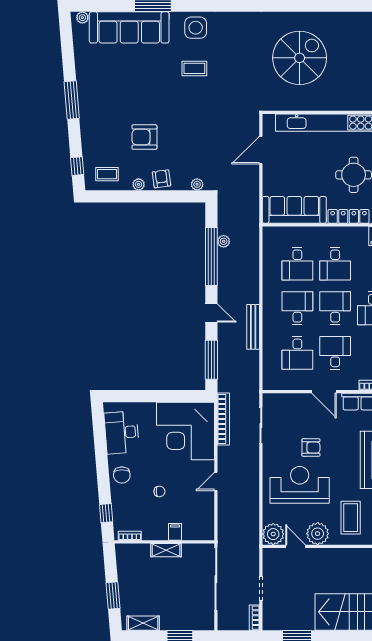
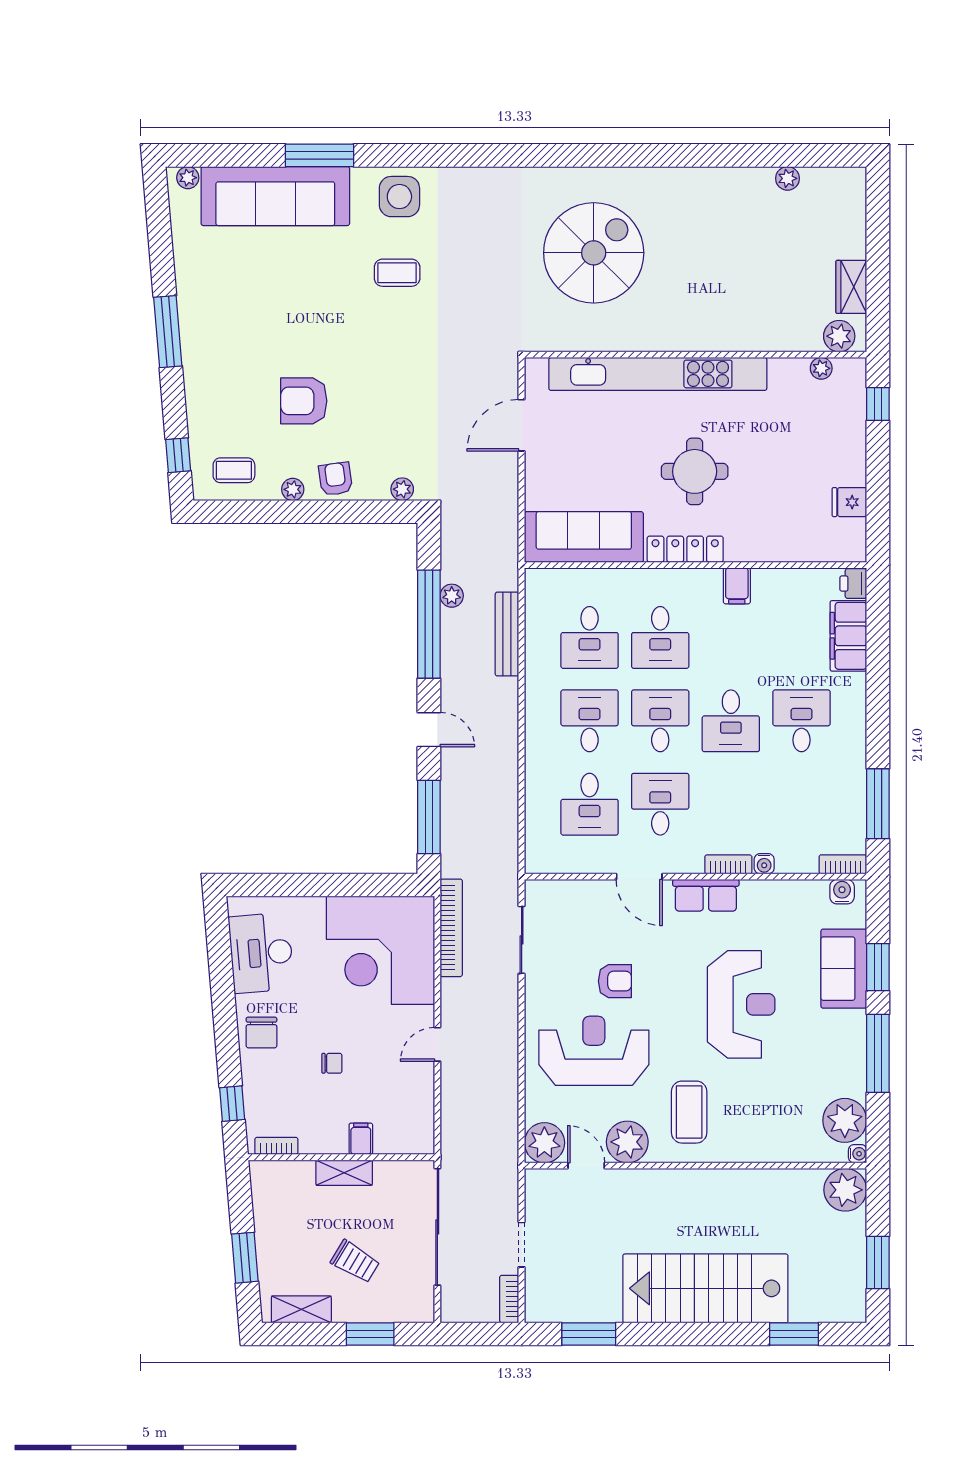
bench: (253, 327) -> (507, 634), moved
trolley: (172, 598) -> (355, 1262), added

